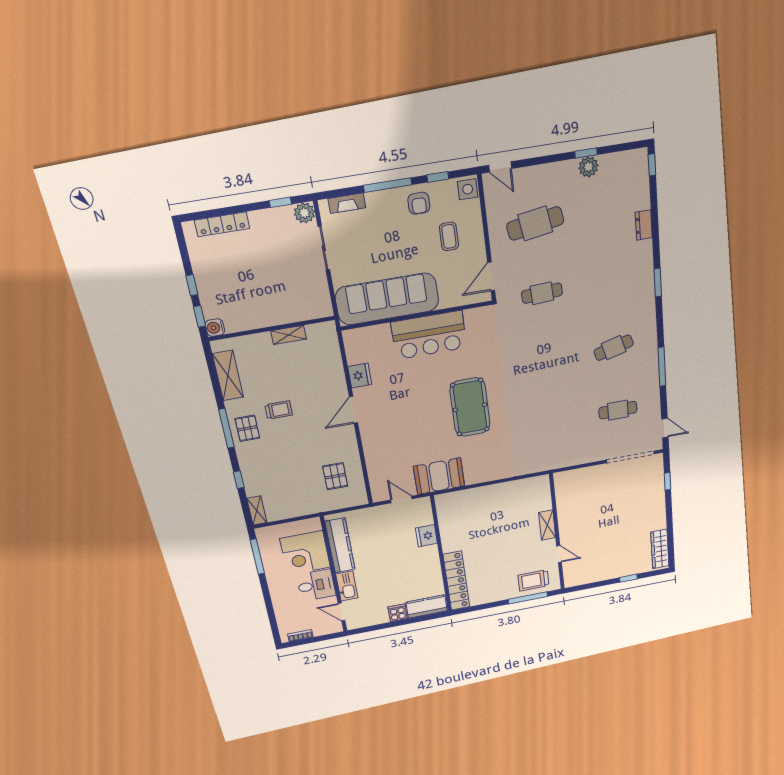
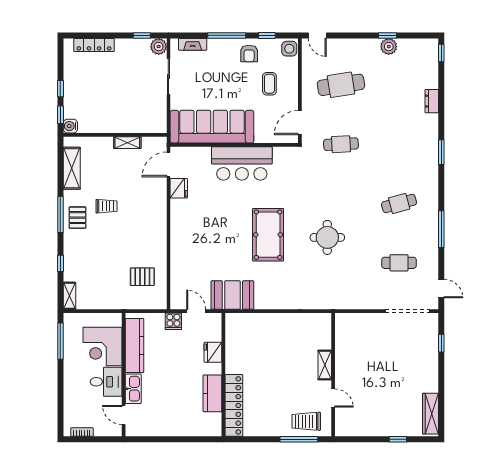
round table: (537, 398) -> (327, 237), added
door: (354, 410) -> (168, 164), moved
pallet: (335, 476) -> (142, 277), turned 90
kitchen counter: (427, 607) -> (212, 393), moved, turned -90
cooker: (398, 613) -> (173, 321), moved, turned 180

